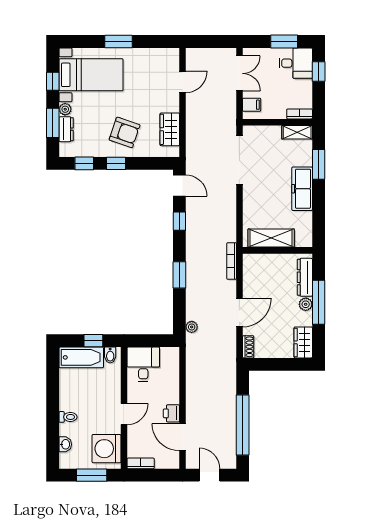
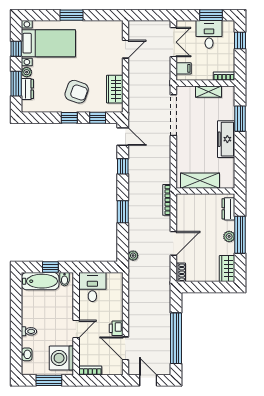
desk: (296, 63) -> (209, 34), moved, turned -90
shelving: (297, 132) -> (209, 92), moved
window: (84, 163) -> (98, 118), moved
dresser: (305, 277) -> (228, 209), width x0.70

